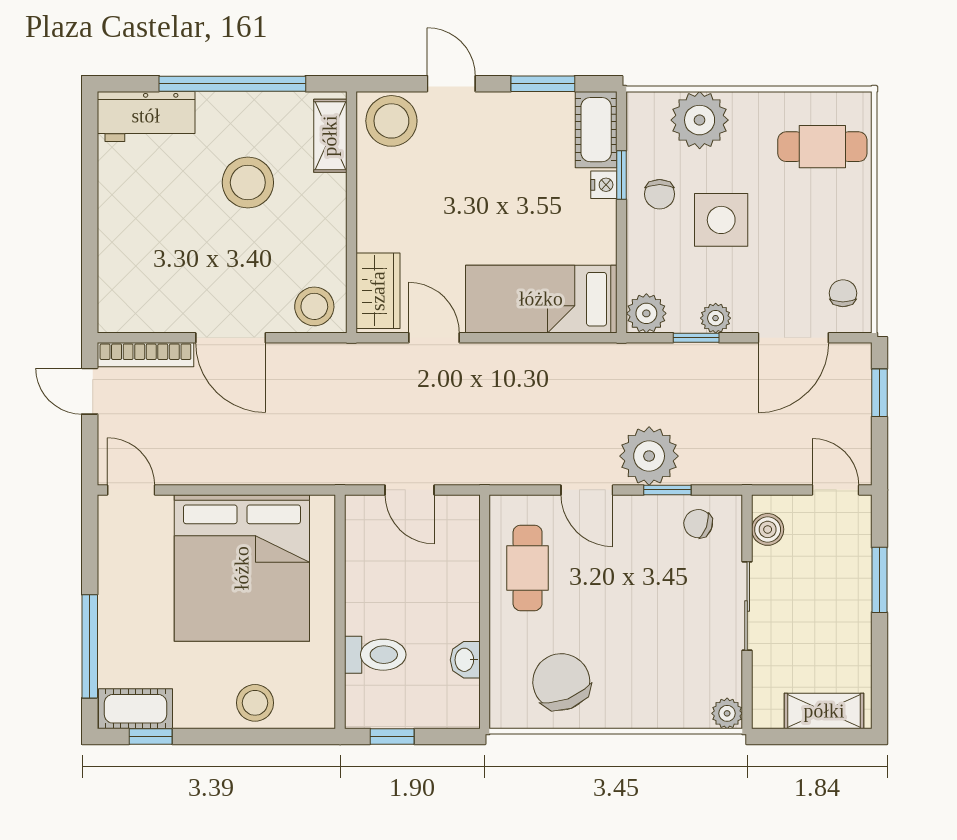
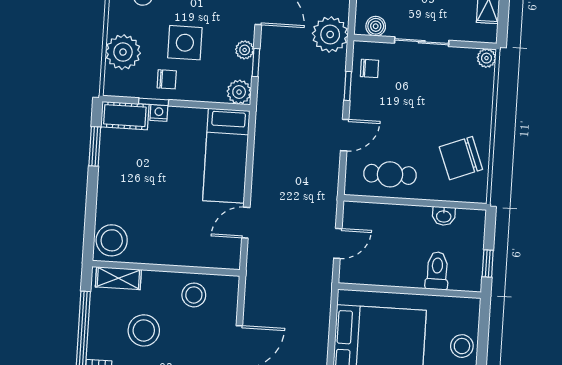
door: (451, 84) -> (91, 202), removed
wardrobe: (378, 291) -> (215, 255), removed
stool: (314, 306) -> (194, 295), moved
plant: (649, 456) -> (330, 34), moved
chair: (698, 524) -> (369, 68), turned -110

